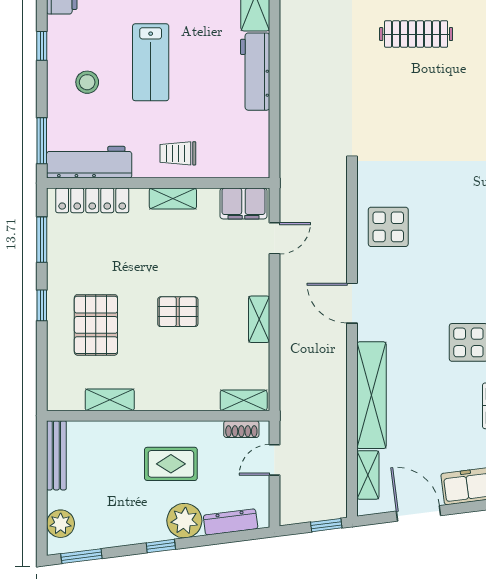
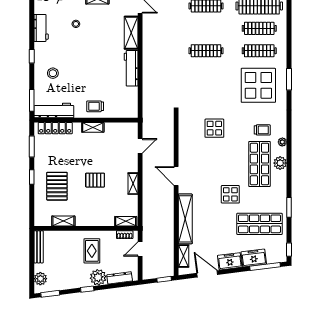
lab bench: (151, 62) -> (82, 64), removed
filing cabinet: (243, 203) -> (126, 130), removed
display table: (388, 227) -> (214, 128), moved
rug: (171, 464) -> (92, 251), turned 90

